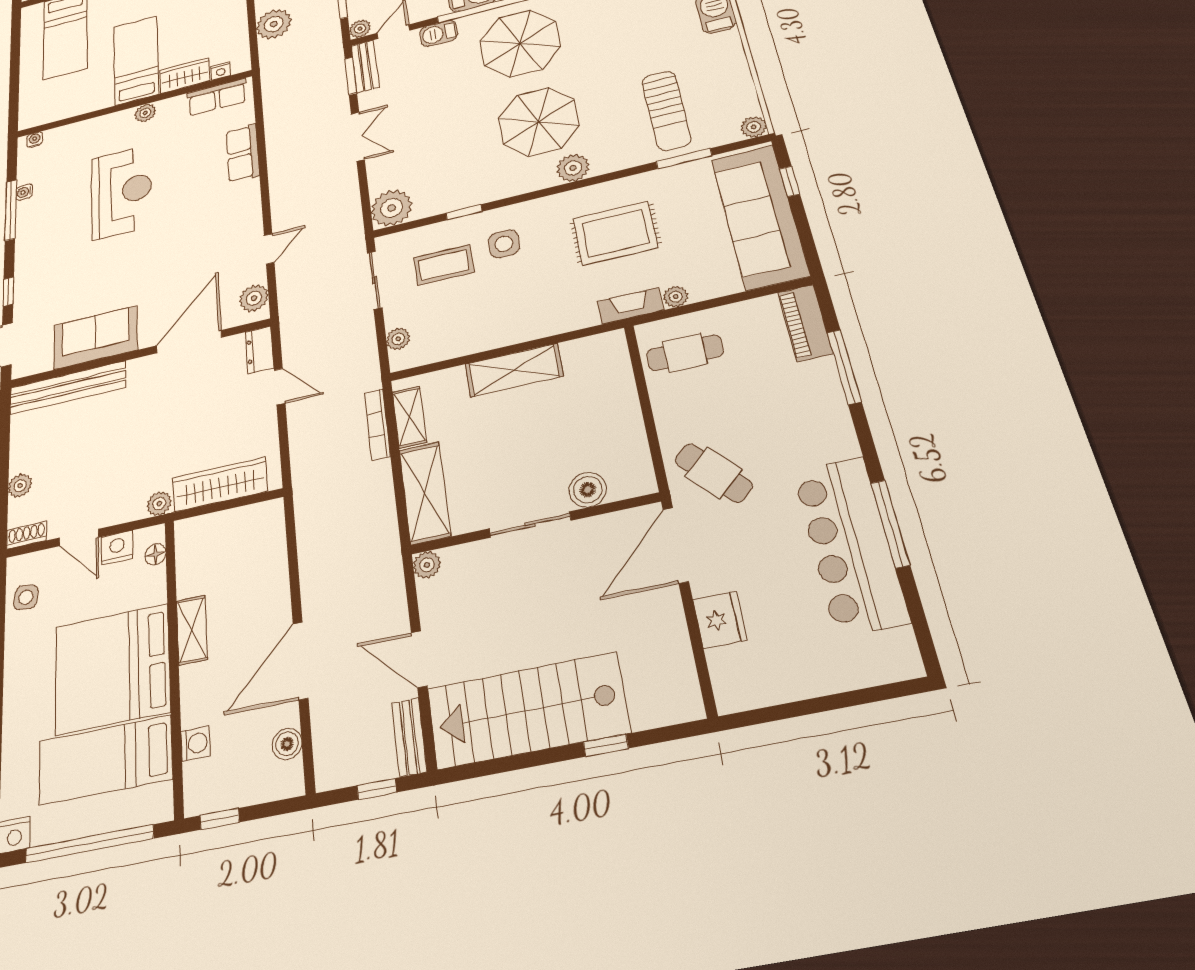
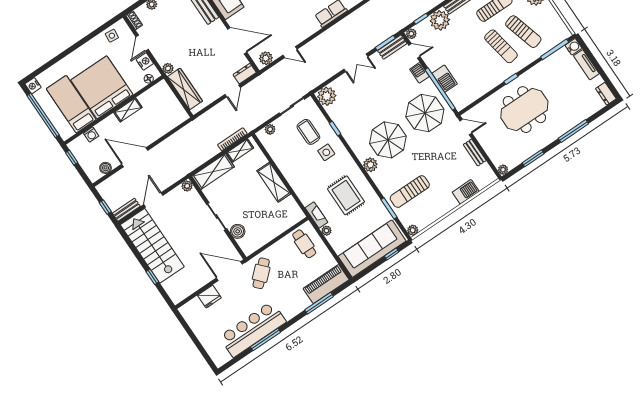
piano: (805, 323) -> (326, 284), width x1.37, depth x1.33

